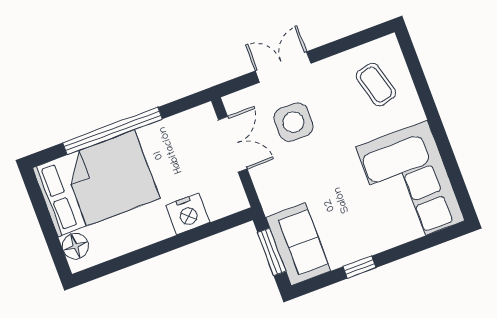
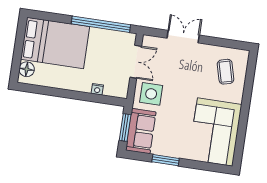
side table: (293, 122) -> (151, 94), moved
window: (112, 131) -> (101, 24), moved
nightstand: (188, 214) -> (97, 89), width x0.53, depth x0.56
window: (359, 267) -> (166, 160), width x1.50

